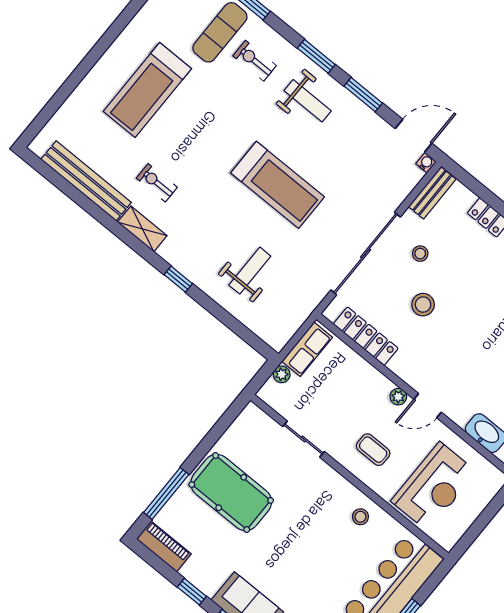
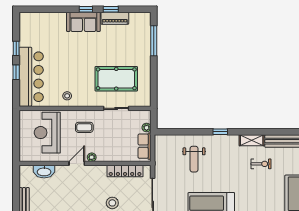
pool table: (231, 492) -> (116, 79), moved
piano: (164, 546) -> (115, 18), moved

